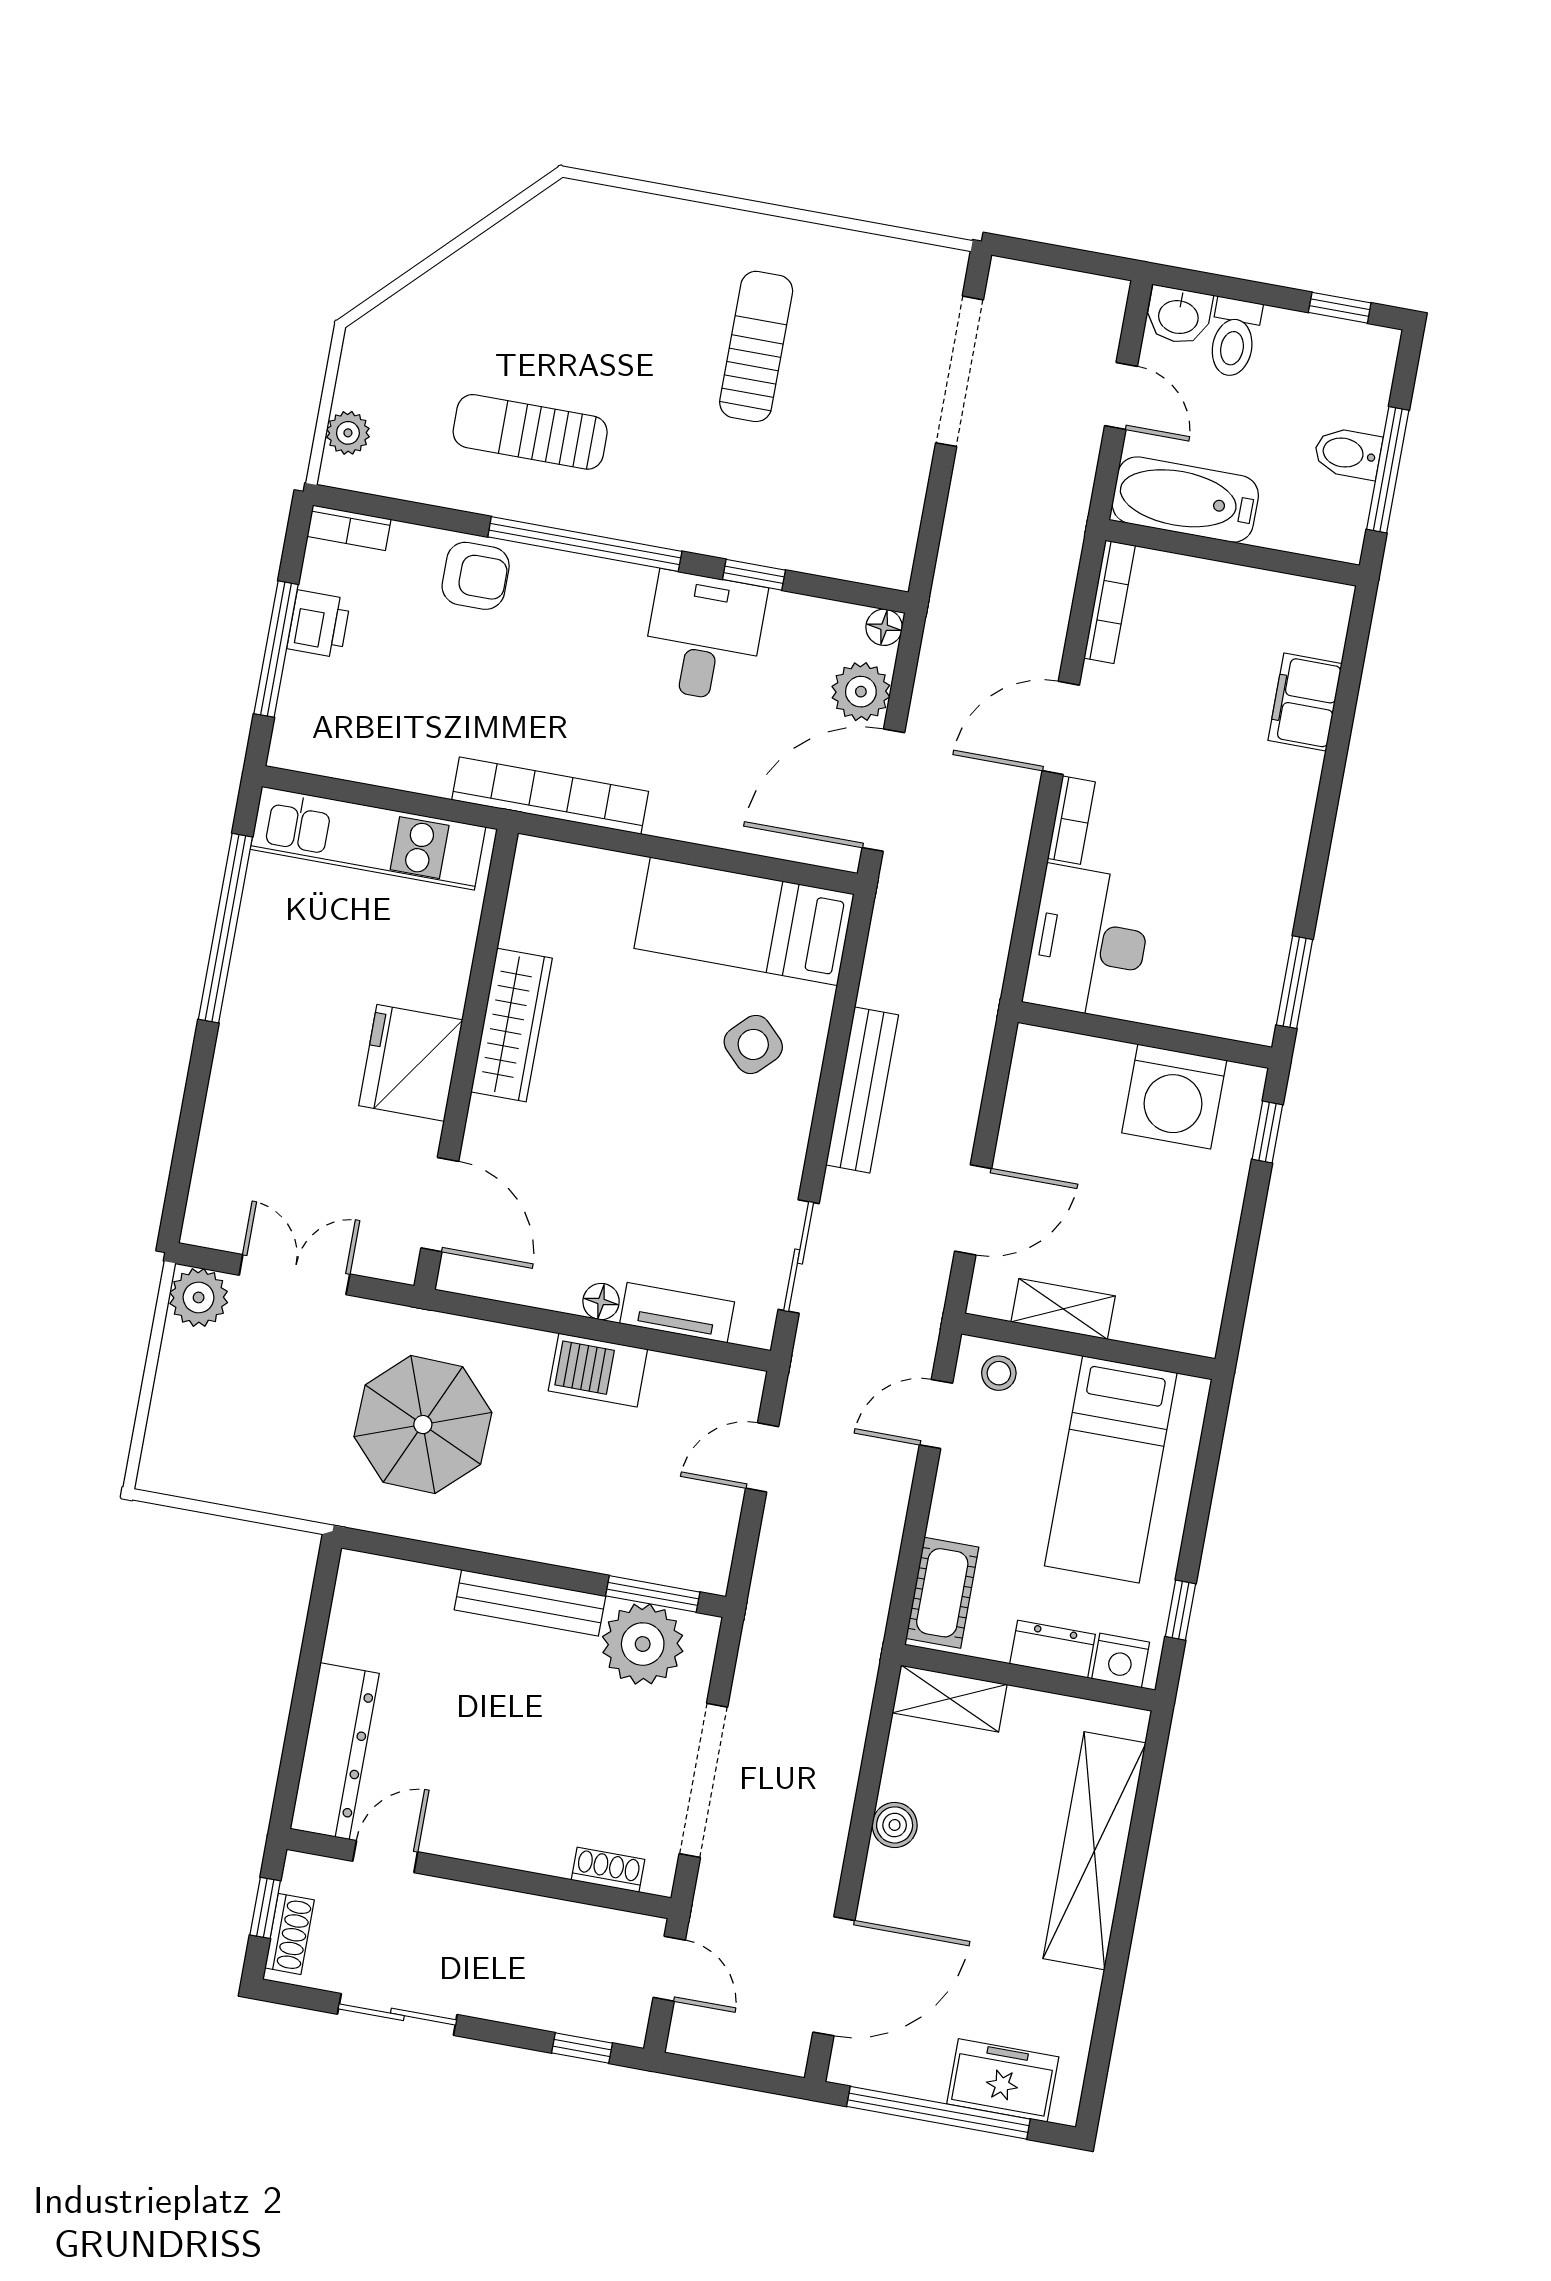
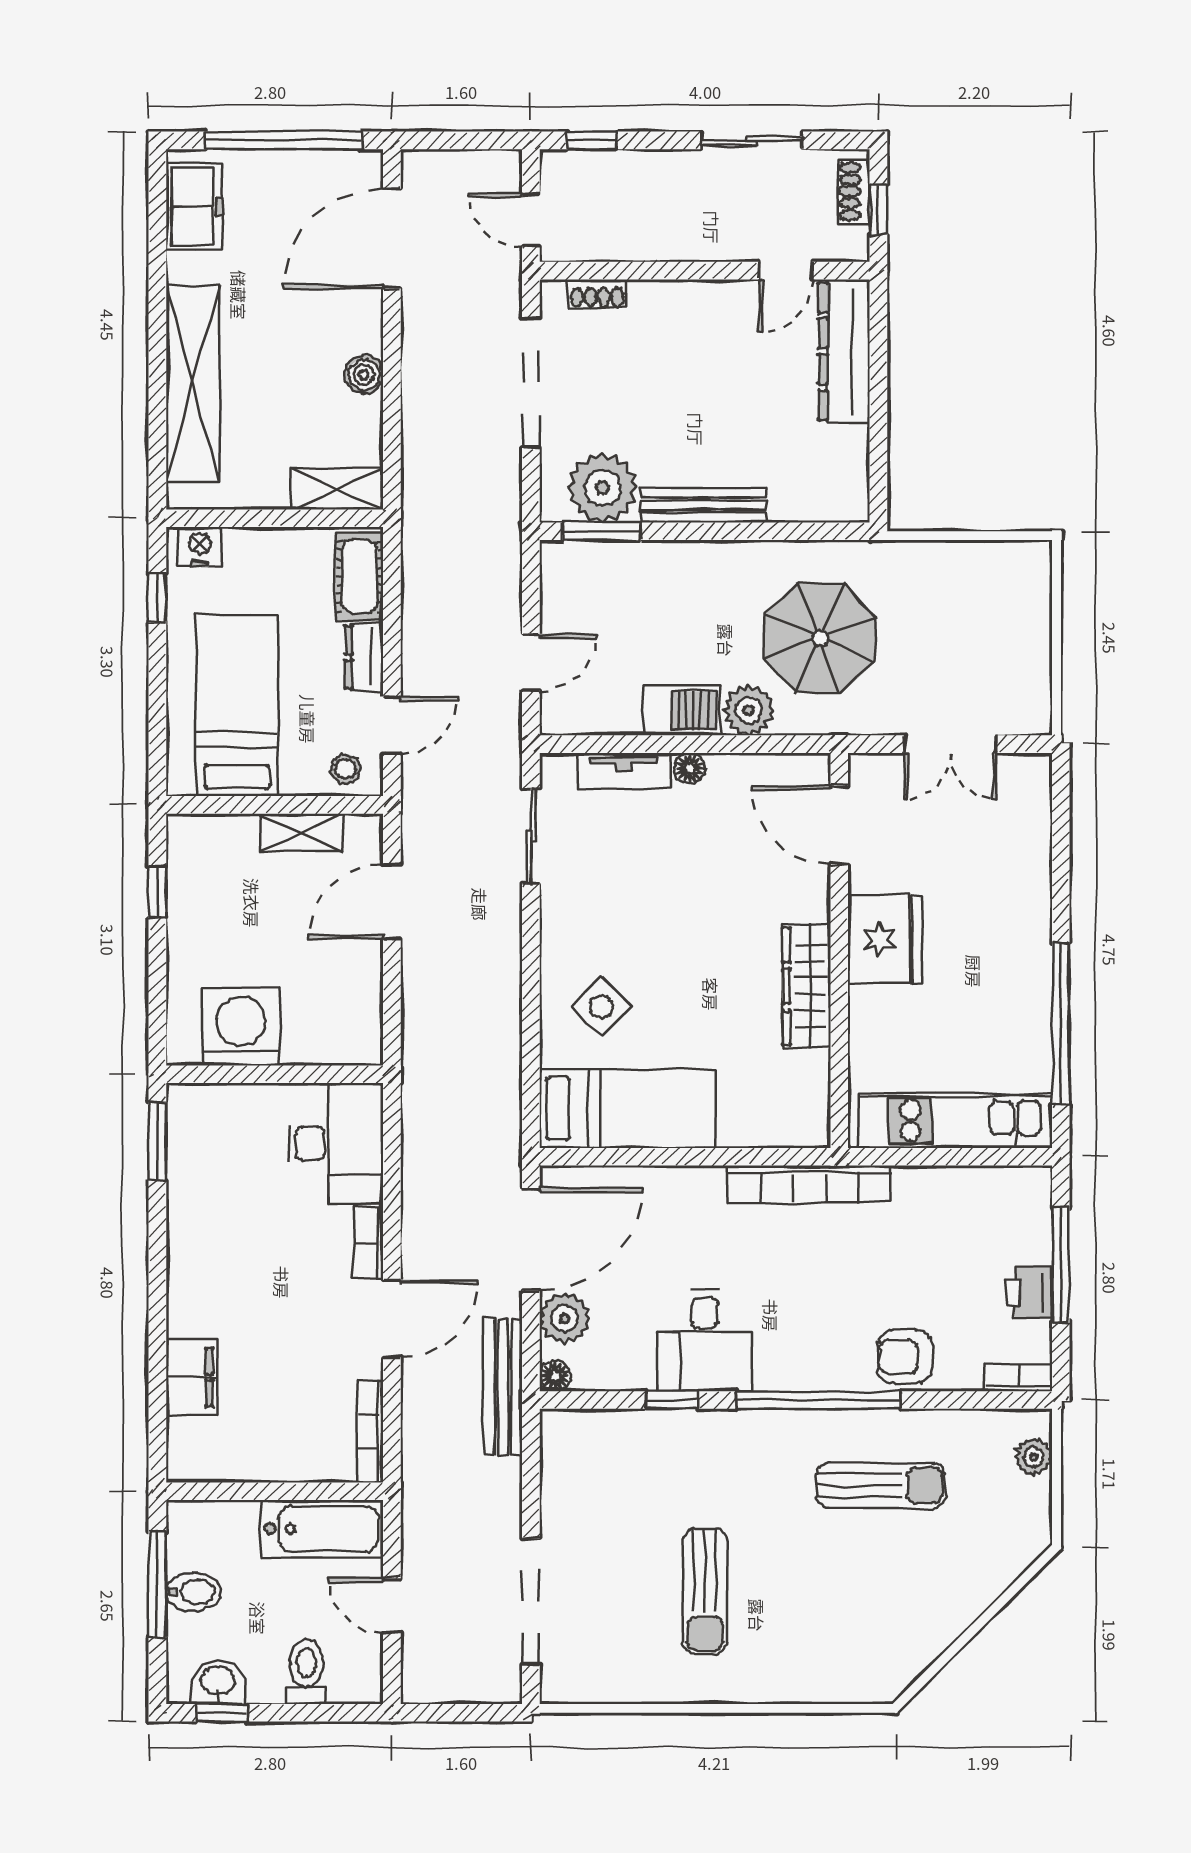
washbasin: (1179, 315) -> (218, 1682), moved
bench: (862, 1090) -> (503, 1387), moved
window: (1267, 1132) -> (157, 892), moved
plant: (199, 1297) -> (749, 710), moved
dresser: (1053, 1649) -> (364, 657), moved, turned 90
freezer: (1003, 2080) -> (194, 207), moved, turned -90

